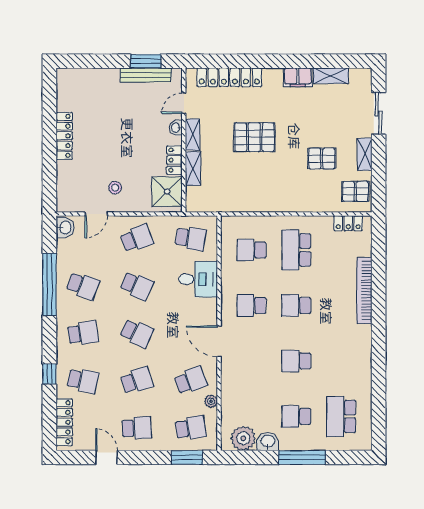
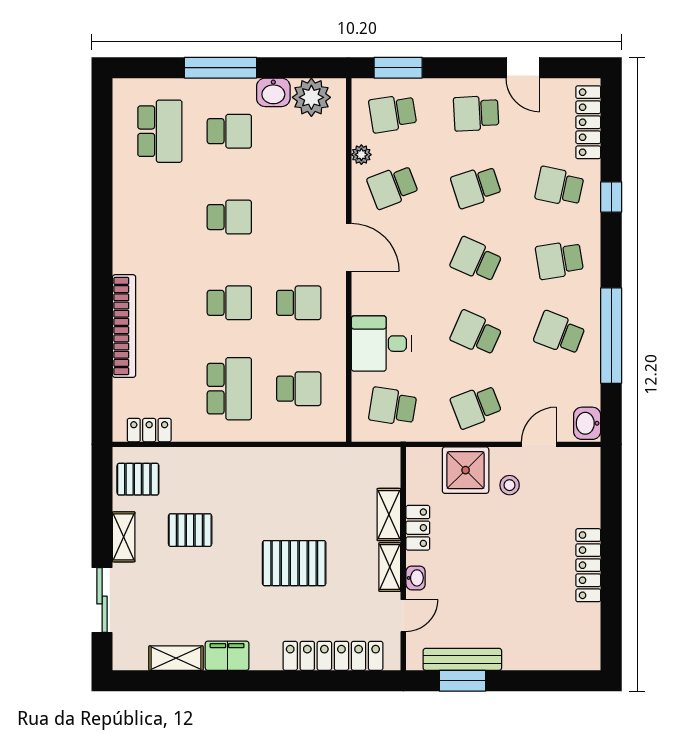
shower: (167, 192) -> (466, 470), moved

